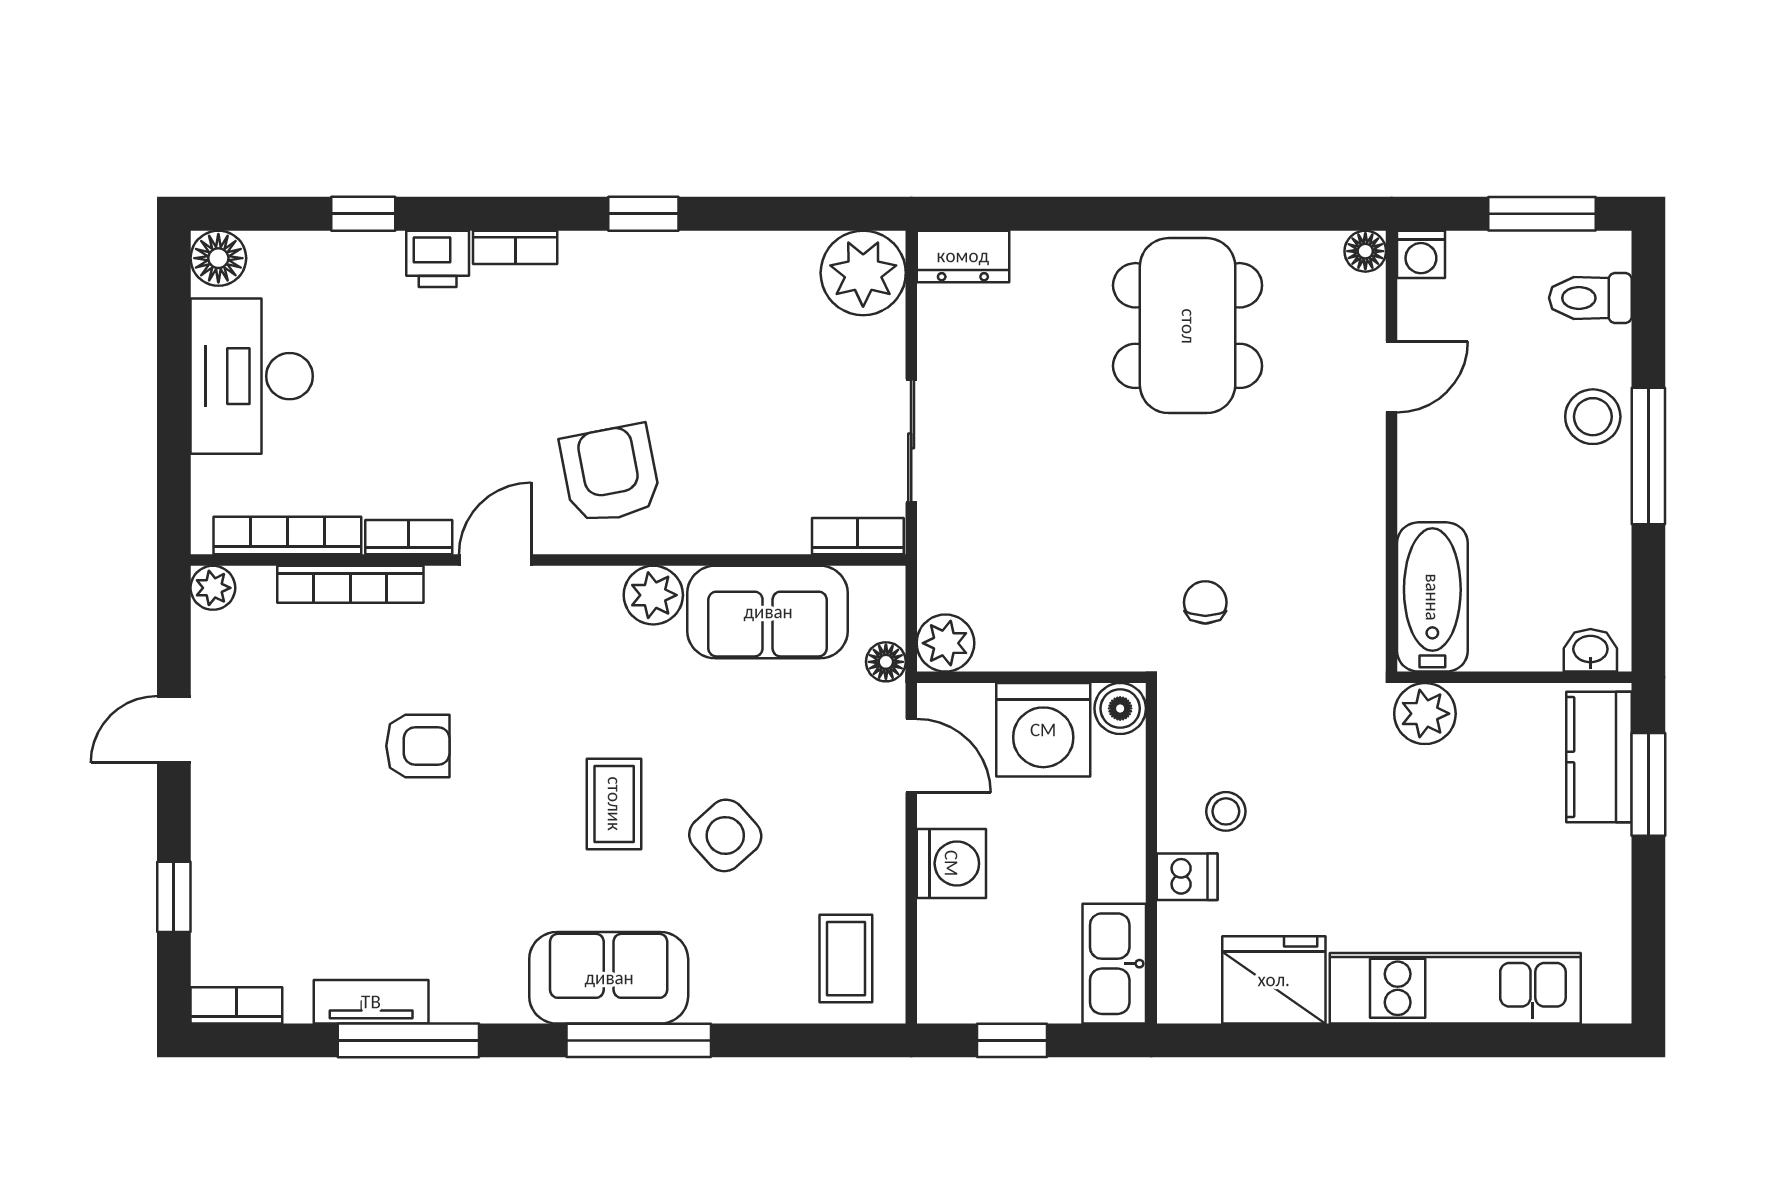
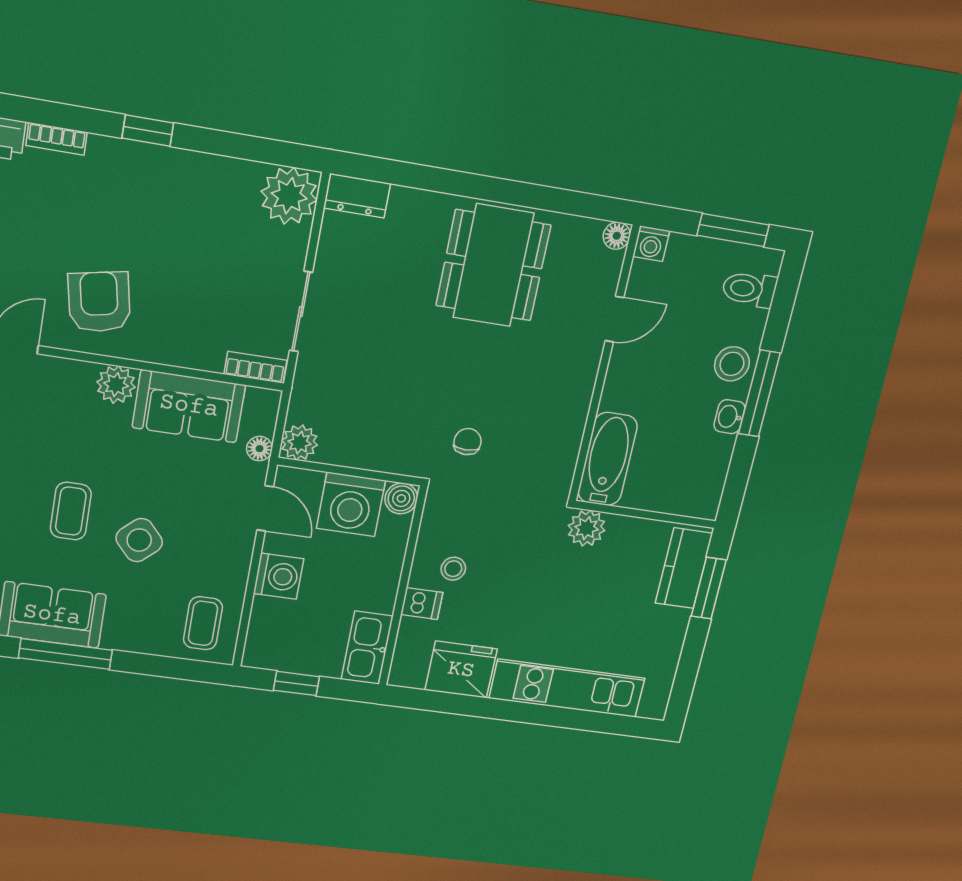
washbasin: (1590, 650) -> (729, 417), moved, turned -90

